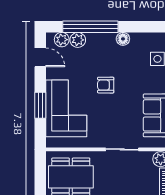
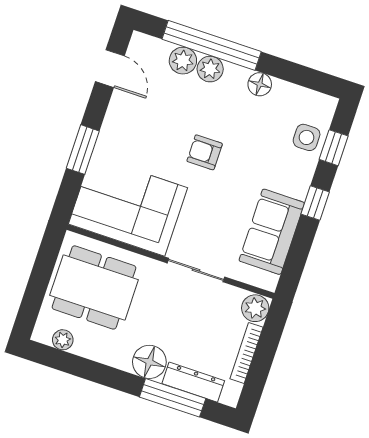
plant: (62, 40) -> (210, 69), moved
corner sofa: (66, 108) -> (128, 206), moved, turned -90

